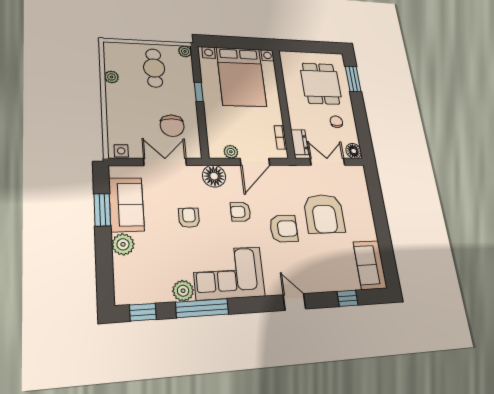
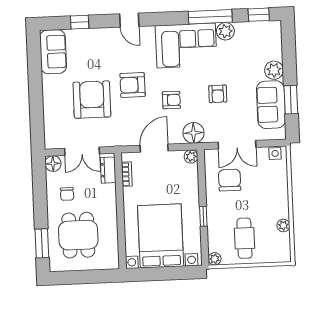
plant: (231, 152) -> (191, 156), moved

